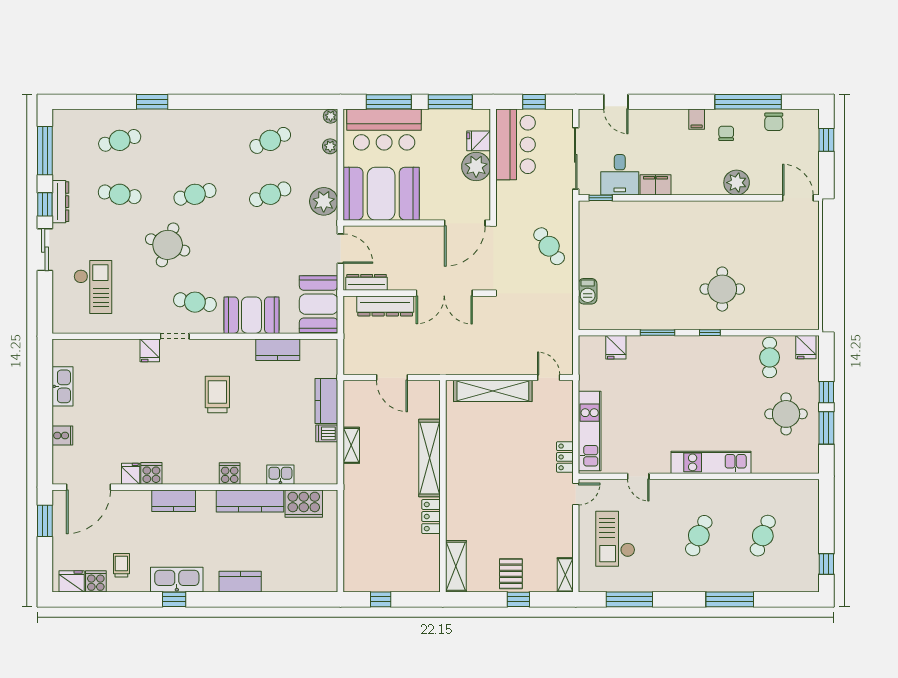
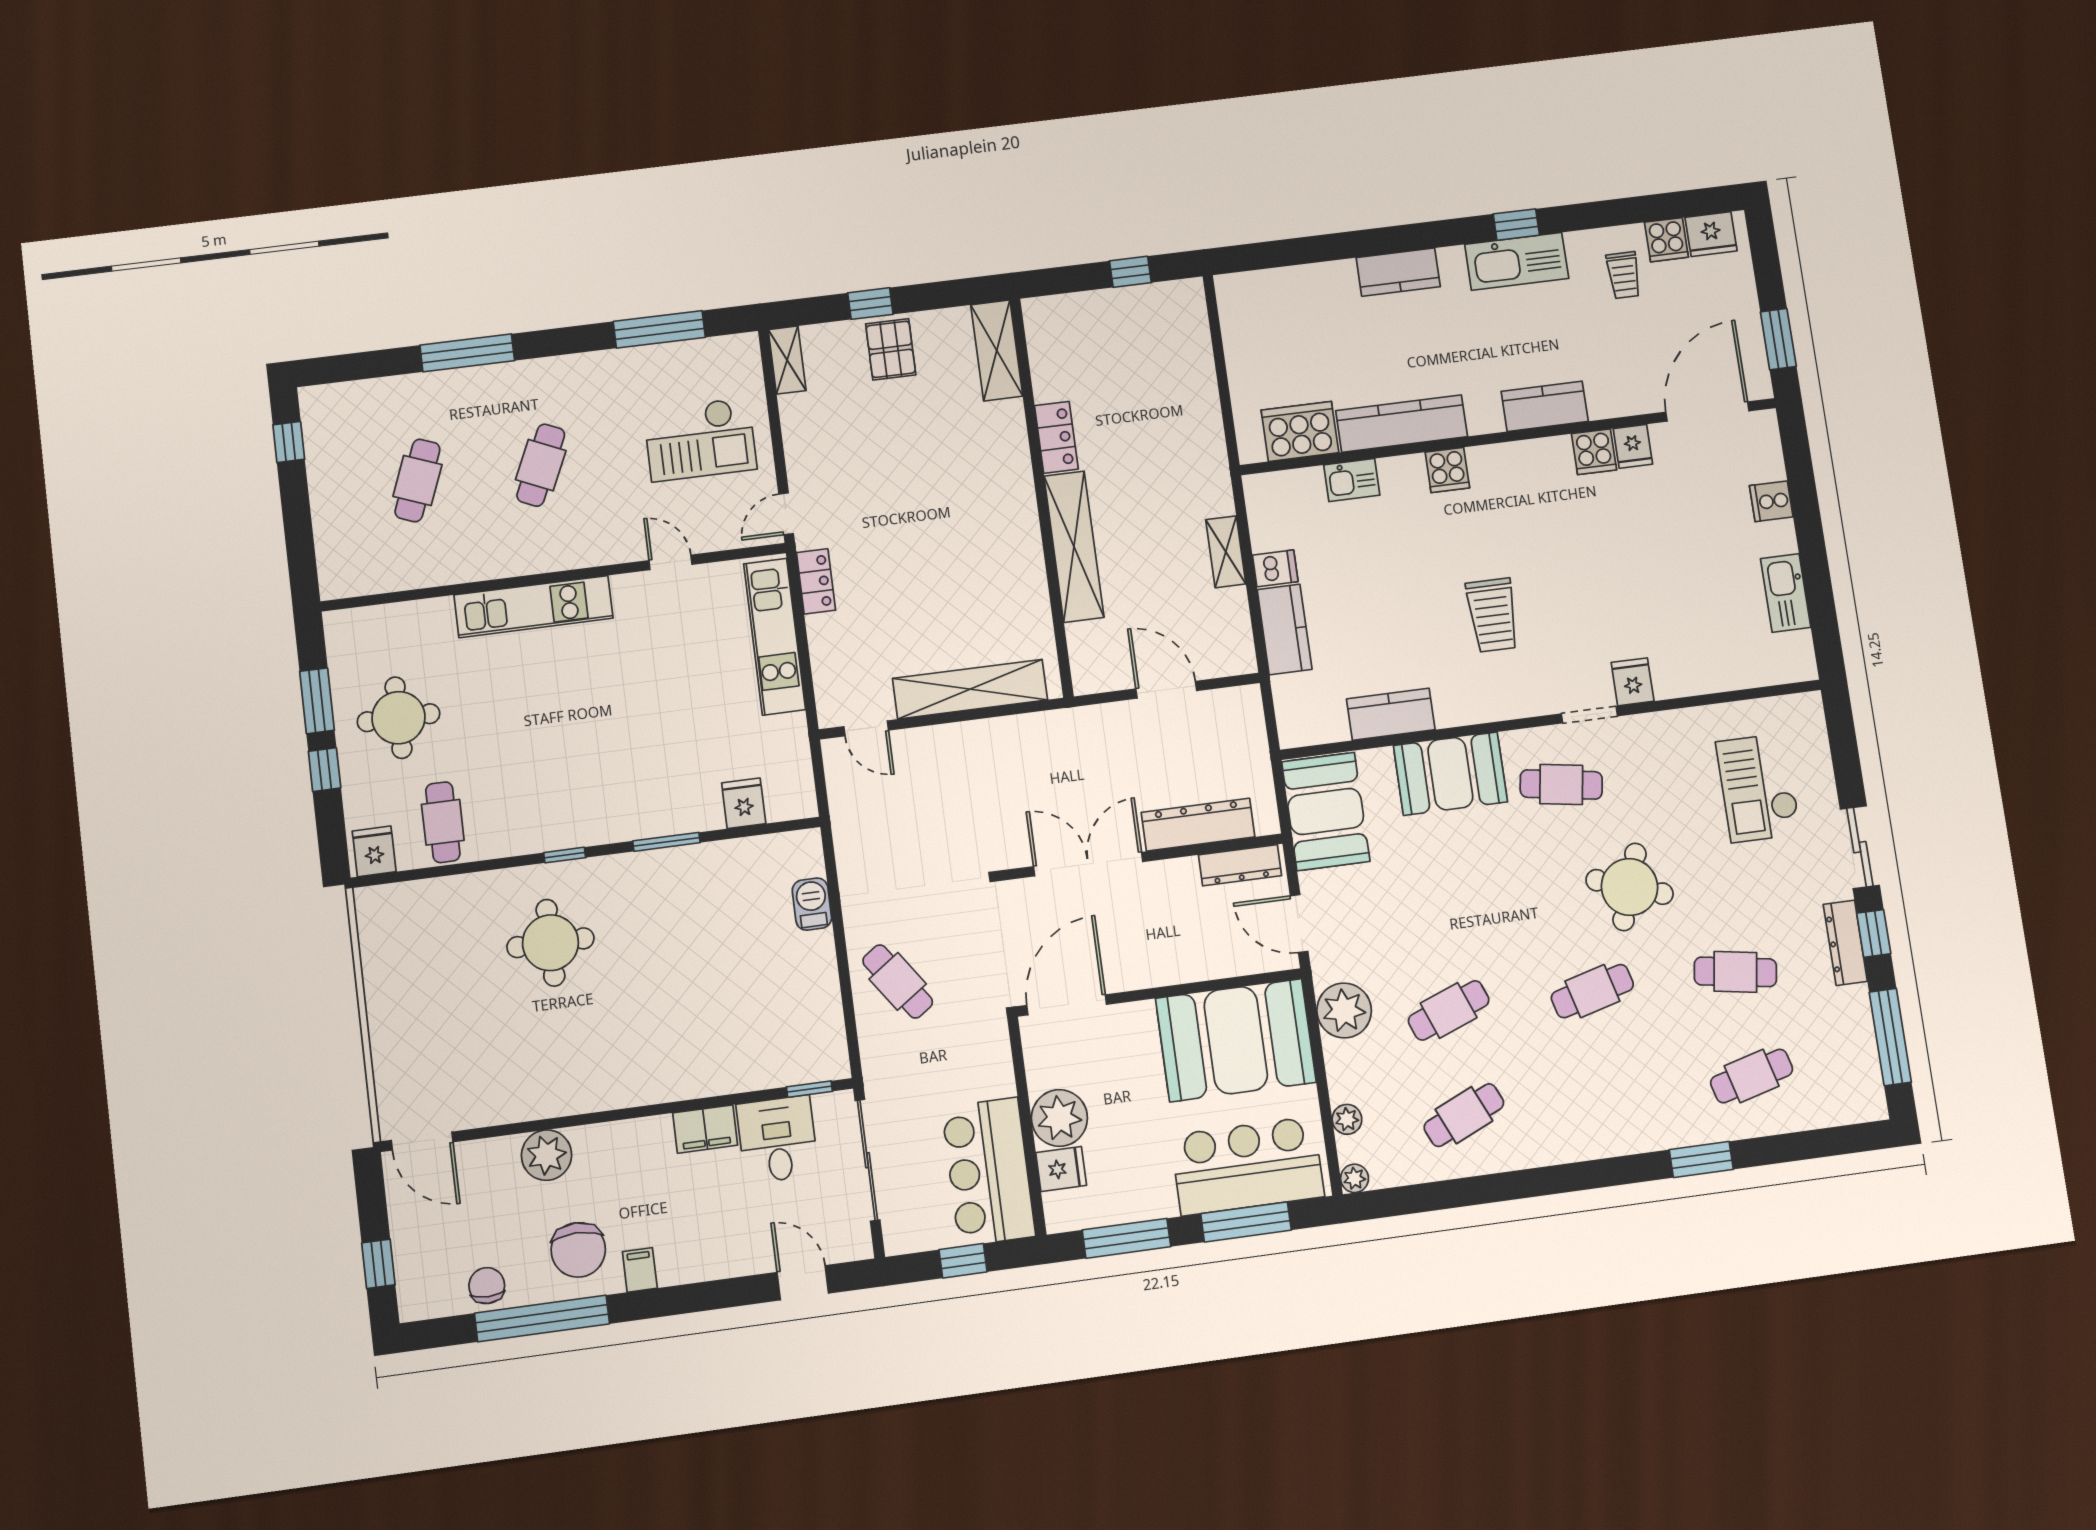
chair: (726, 133) -> (578, 1250), width x1.87, depth x1.87
checkout: (615, 539) -> (700, 439), turned 90

